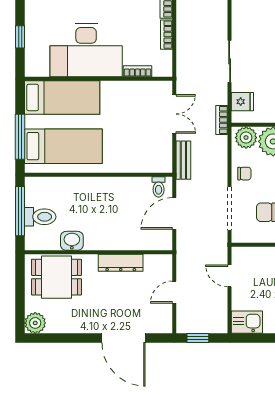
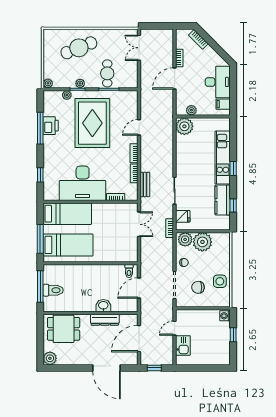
bench: (183, 160) -> (145, 184), moved
washbasin: (72, 241) -> (103, 306), moved
door: (230, 276) -> (175, 328), hinge flipped
door: (174, 292) -> (139, 339), width x1.88
kitchen sink: (247, 322) -> (183, 345), moved, turned 90

